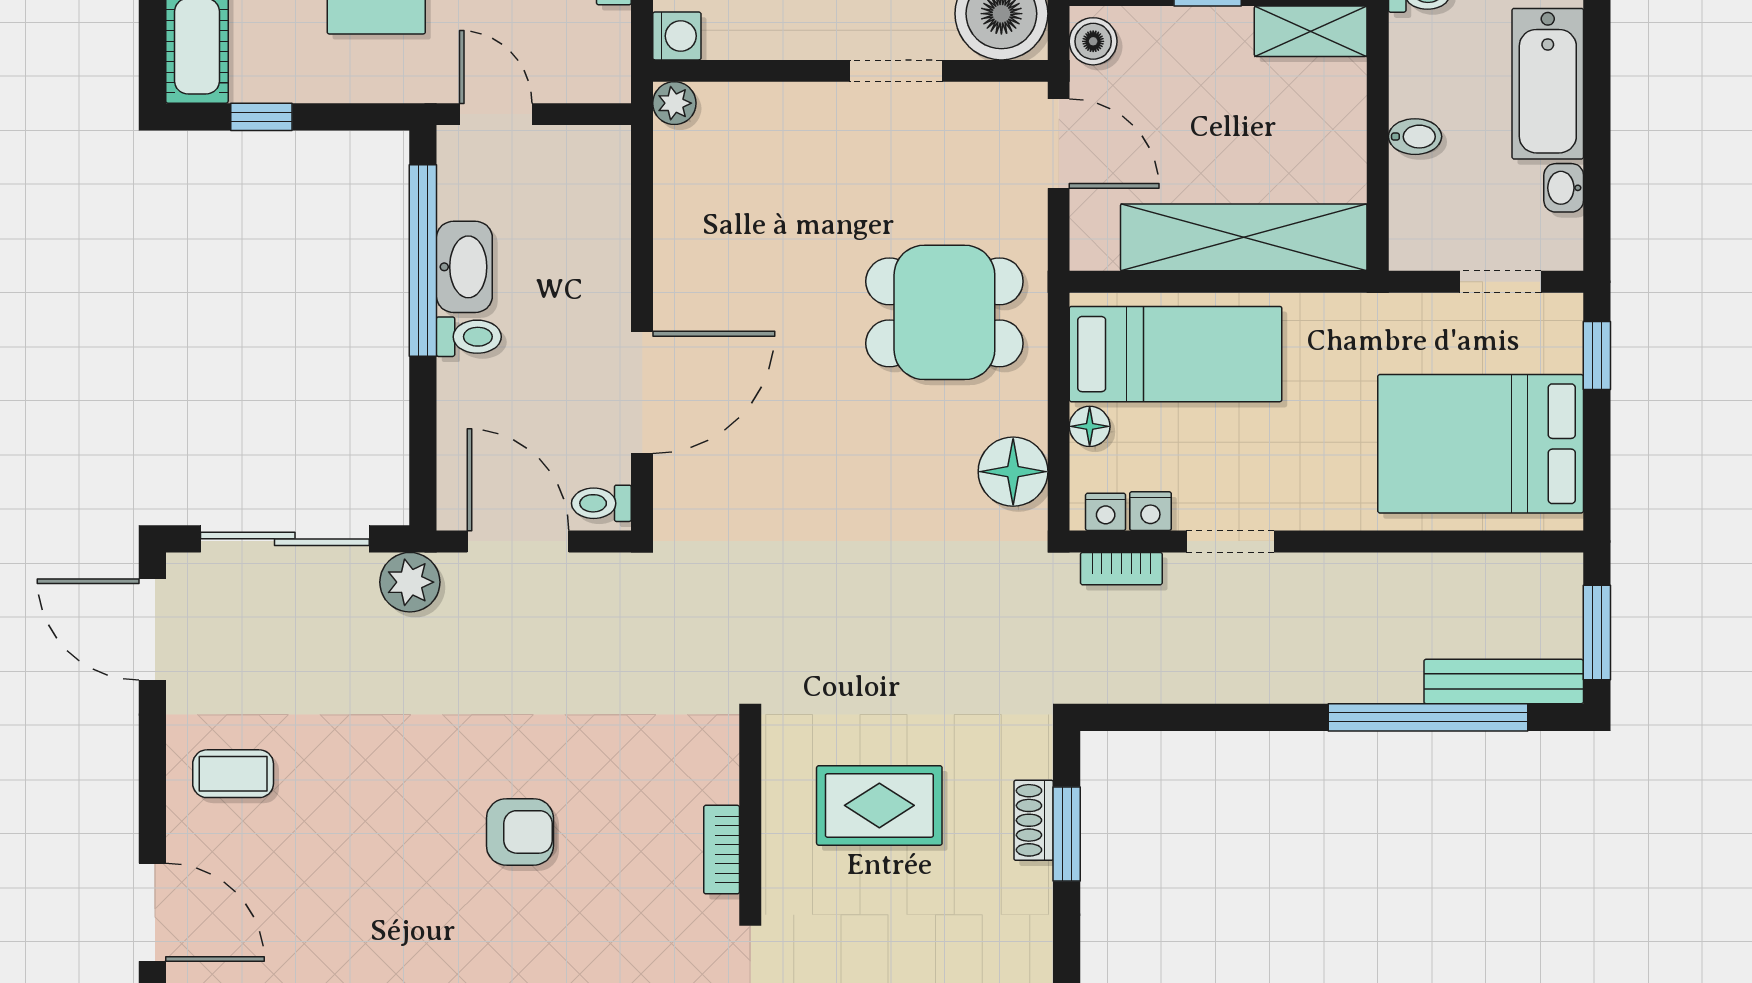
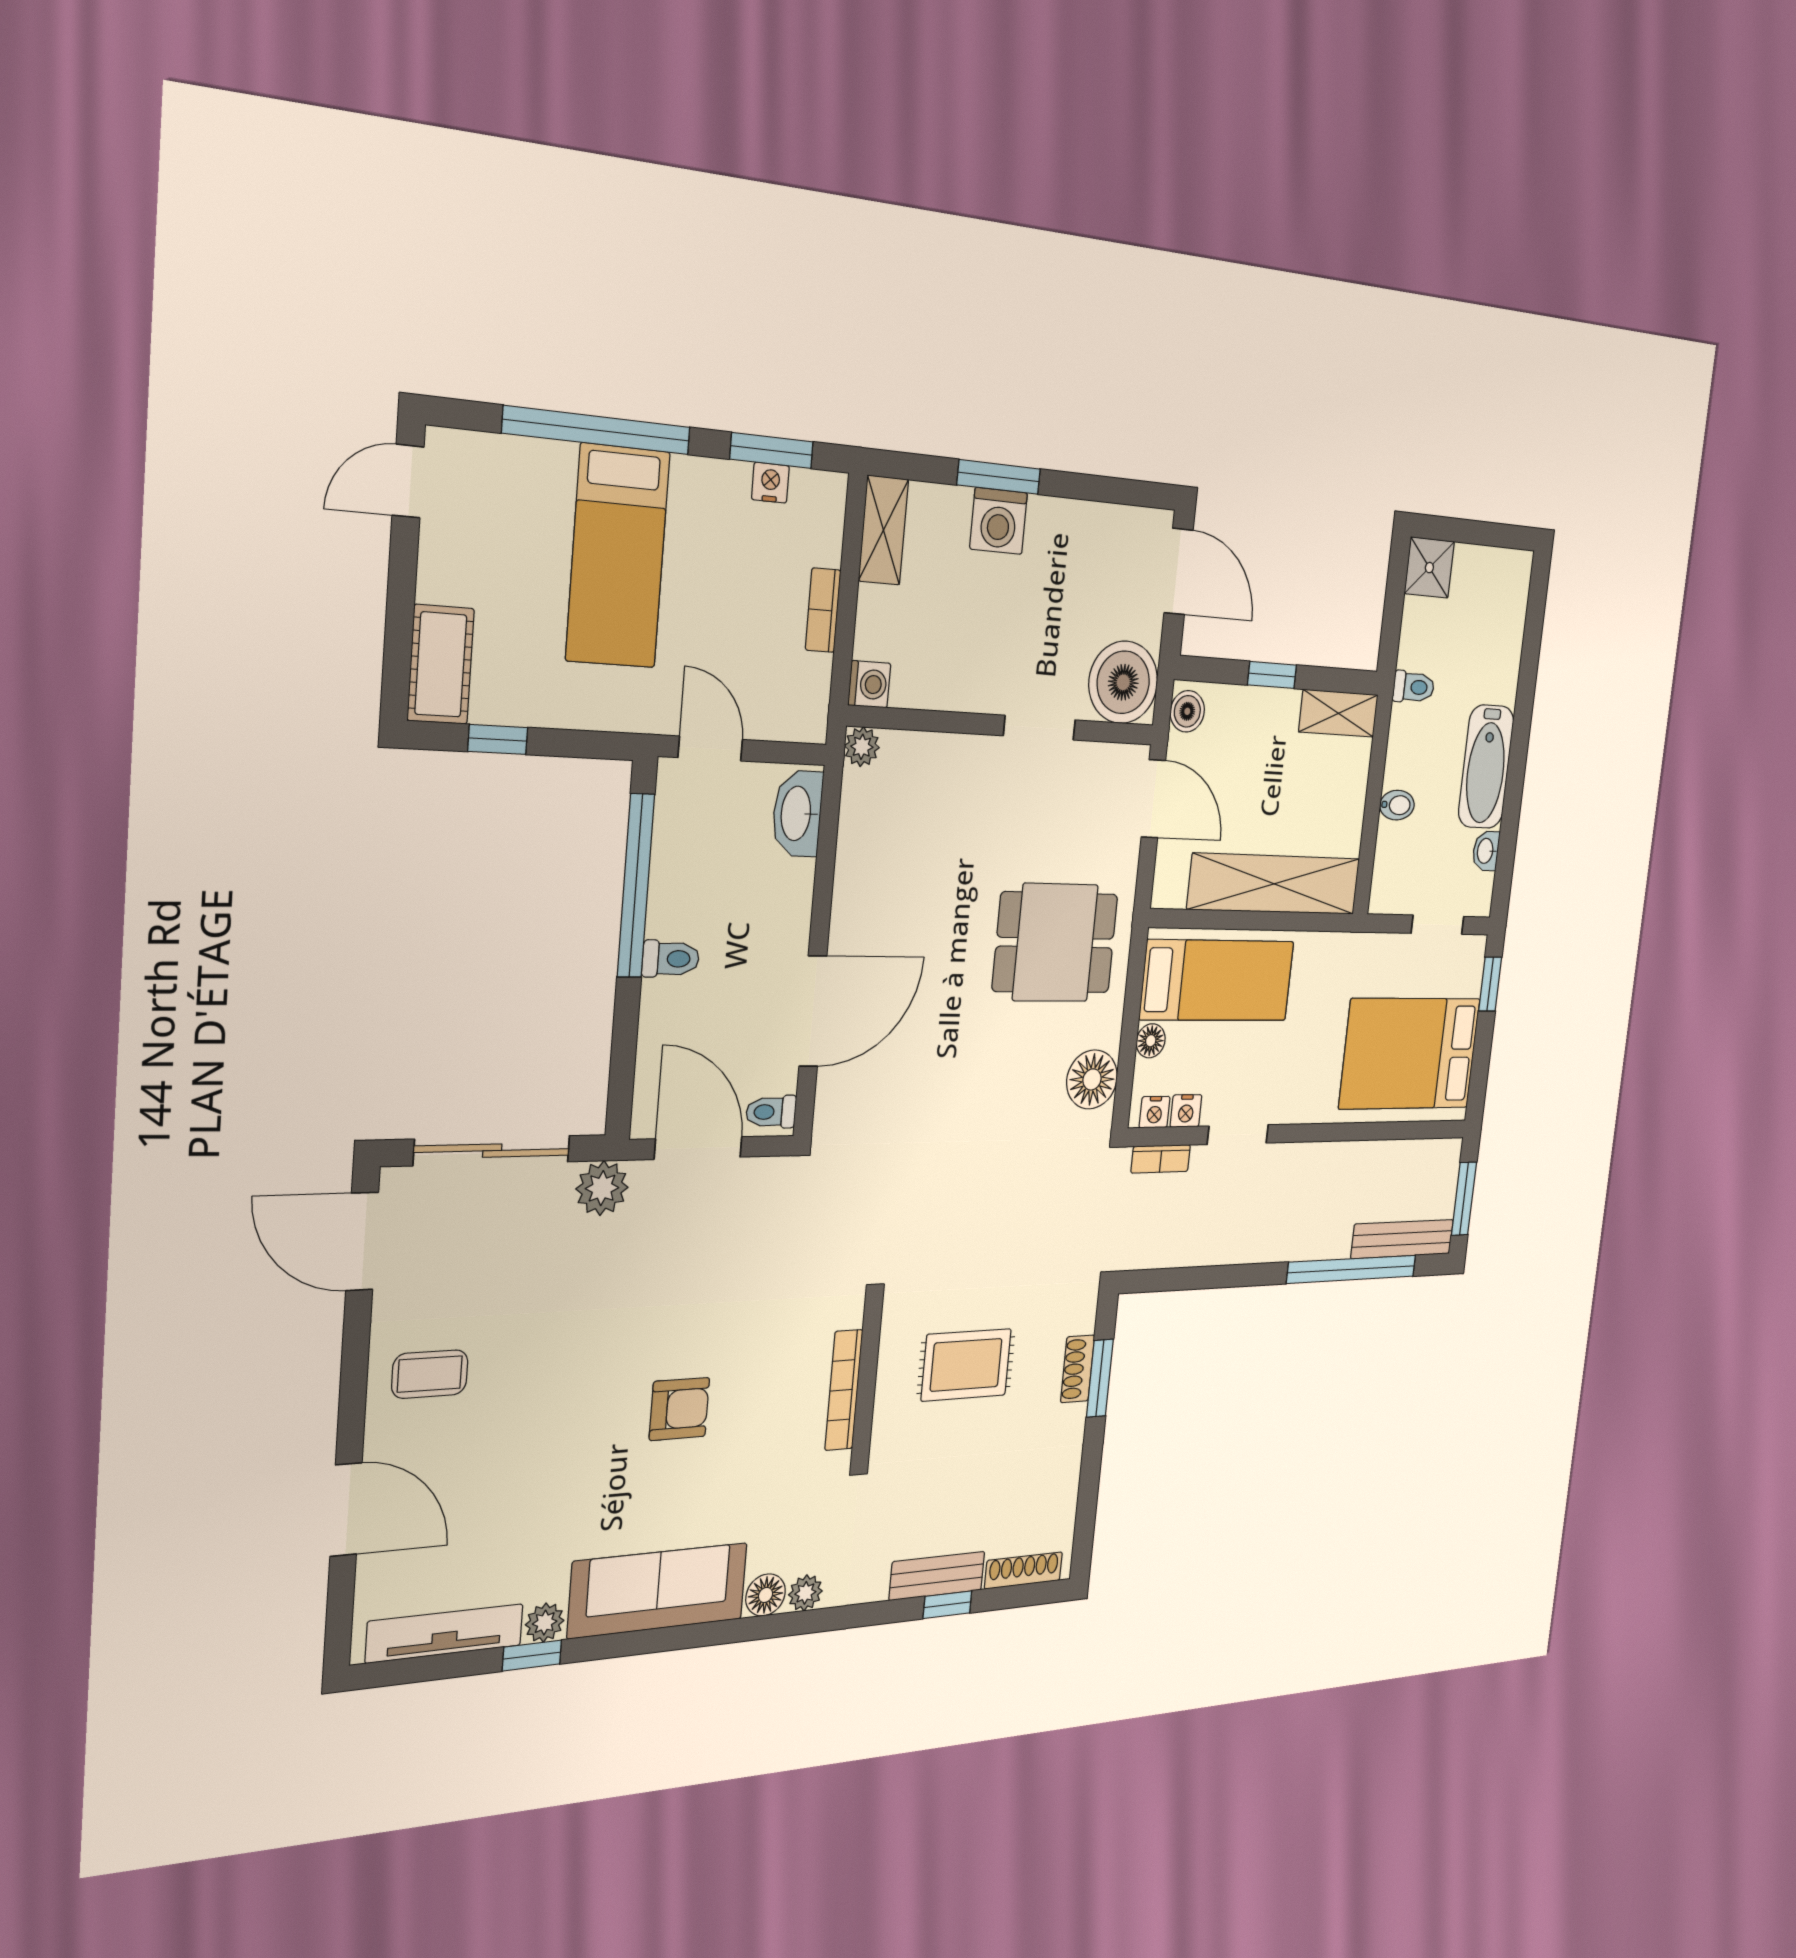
washbasin: (464, 267) -> (797, 813), moved, turned 180
bookcase: (722, 850) -> (844, 1390), width x1.56

